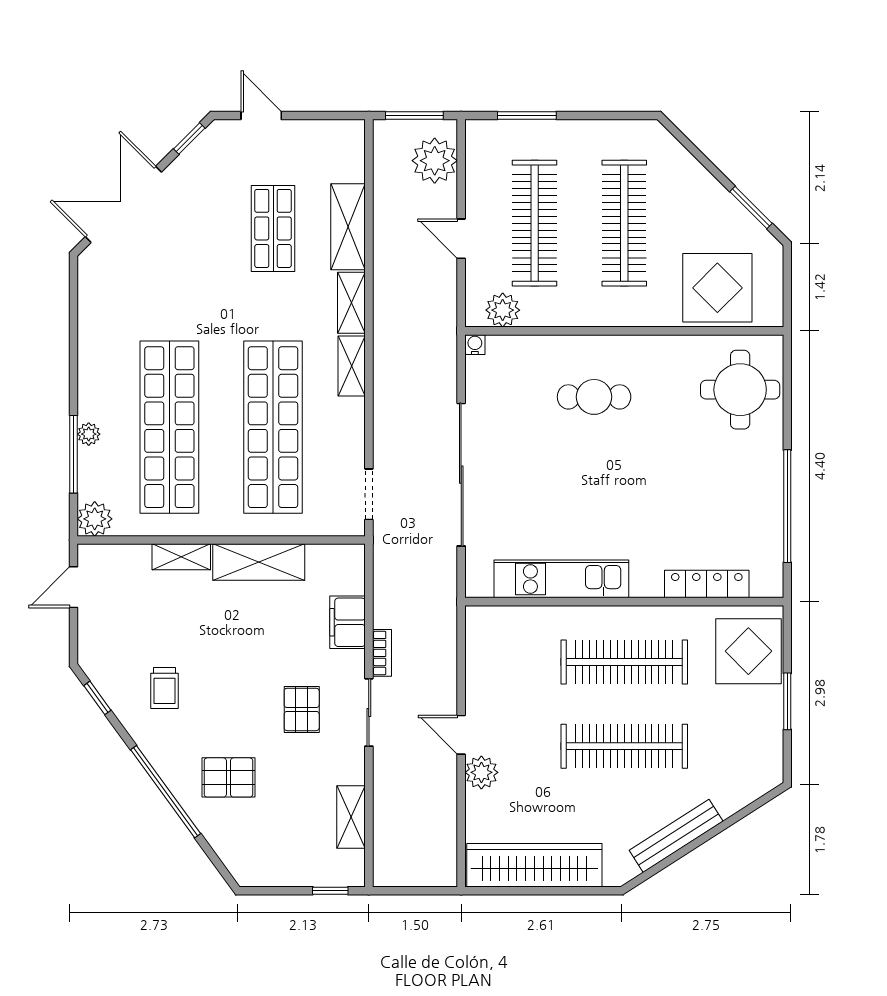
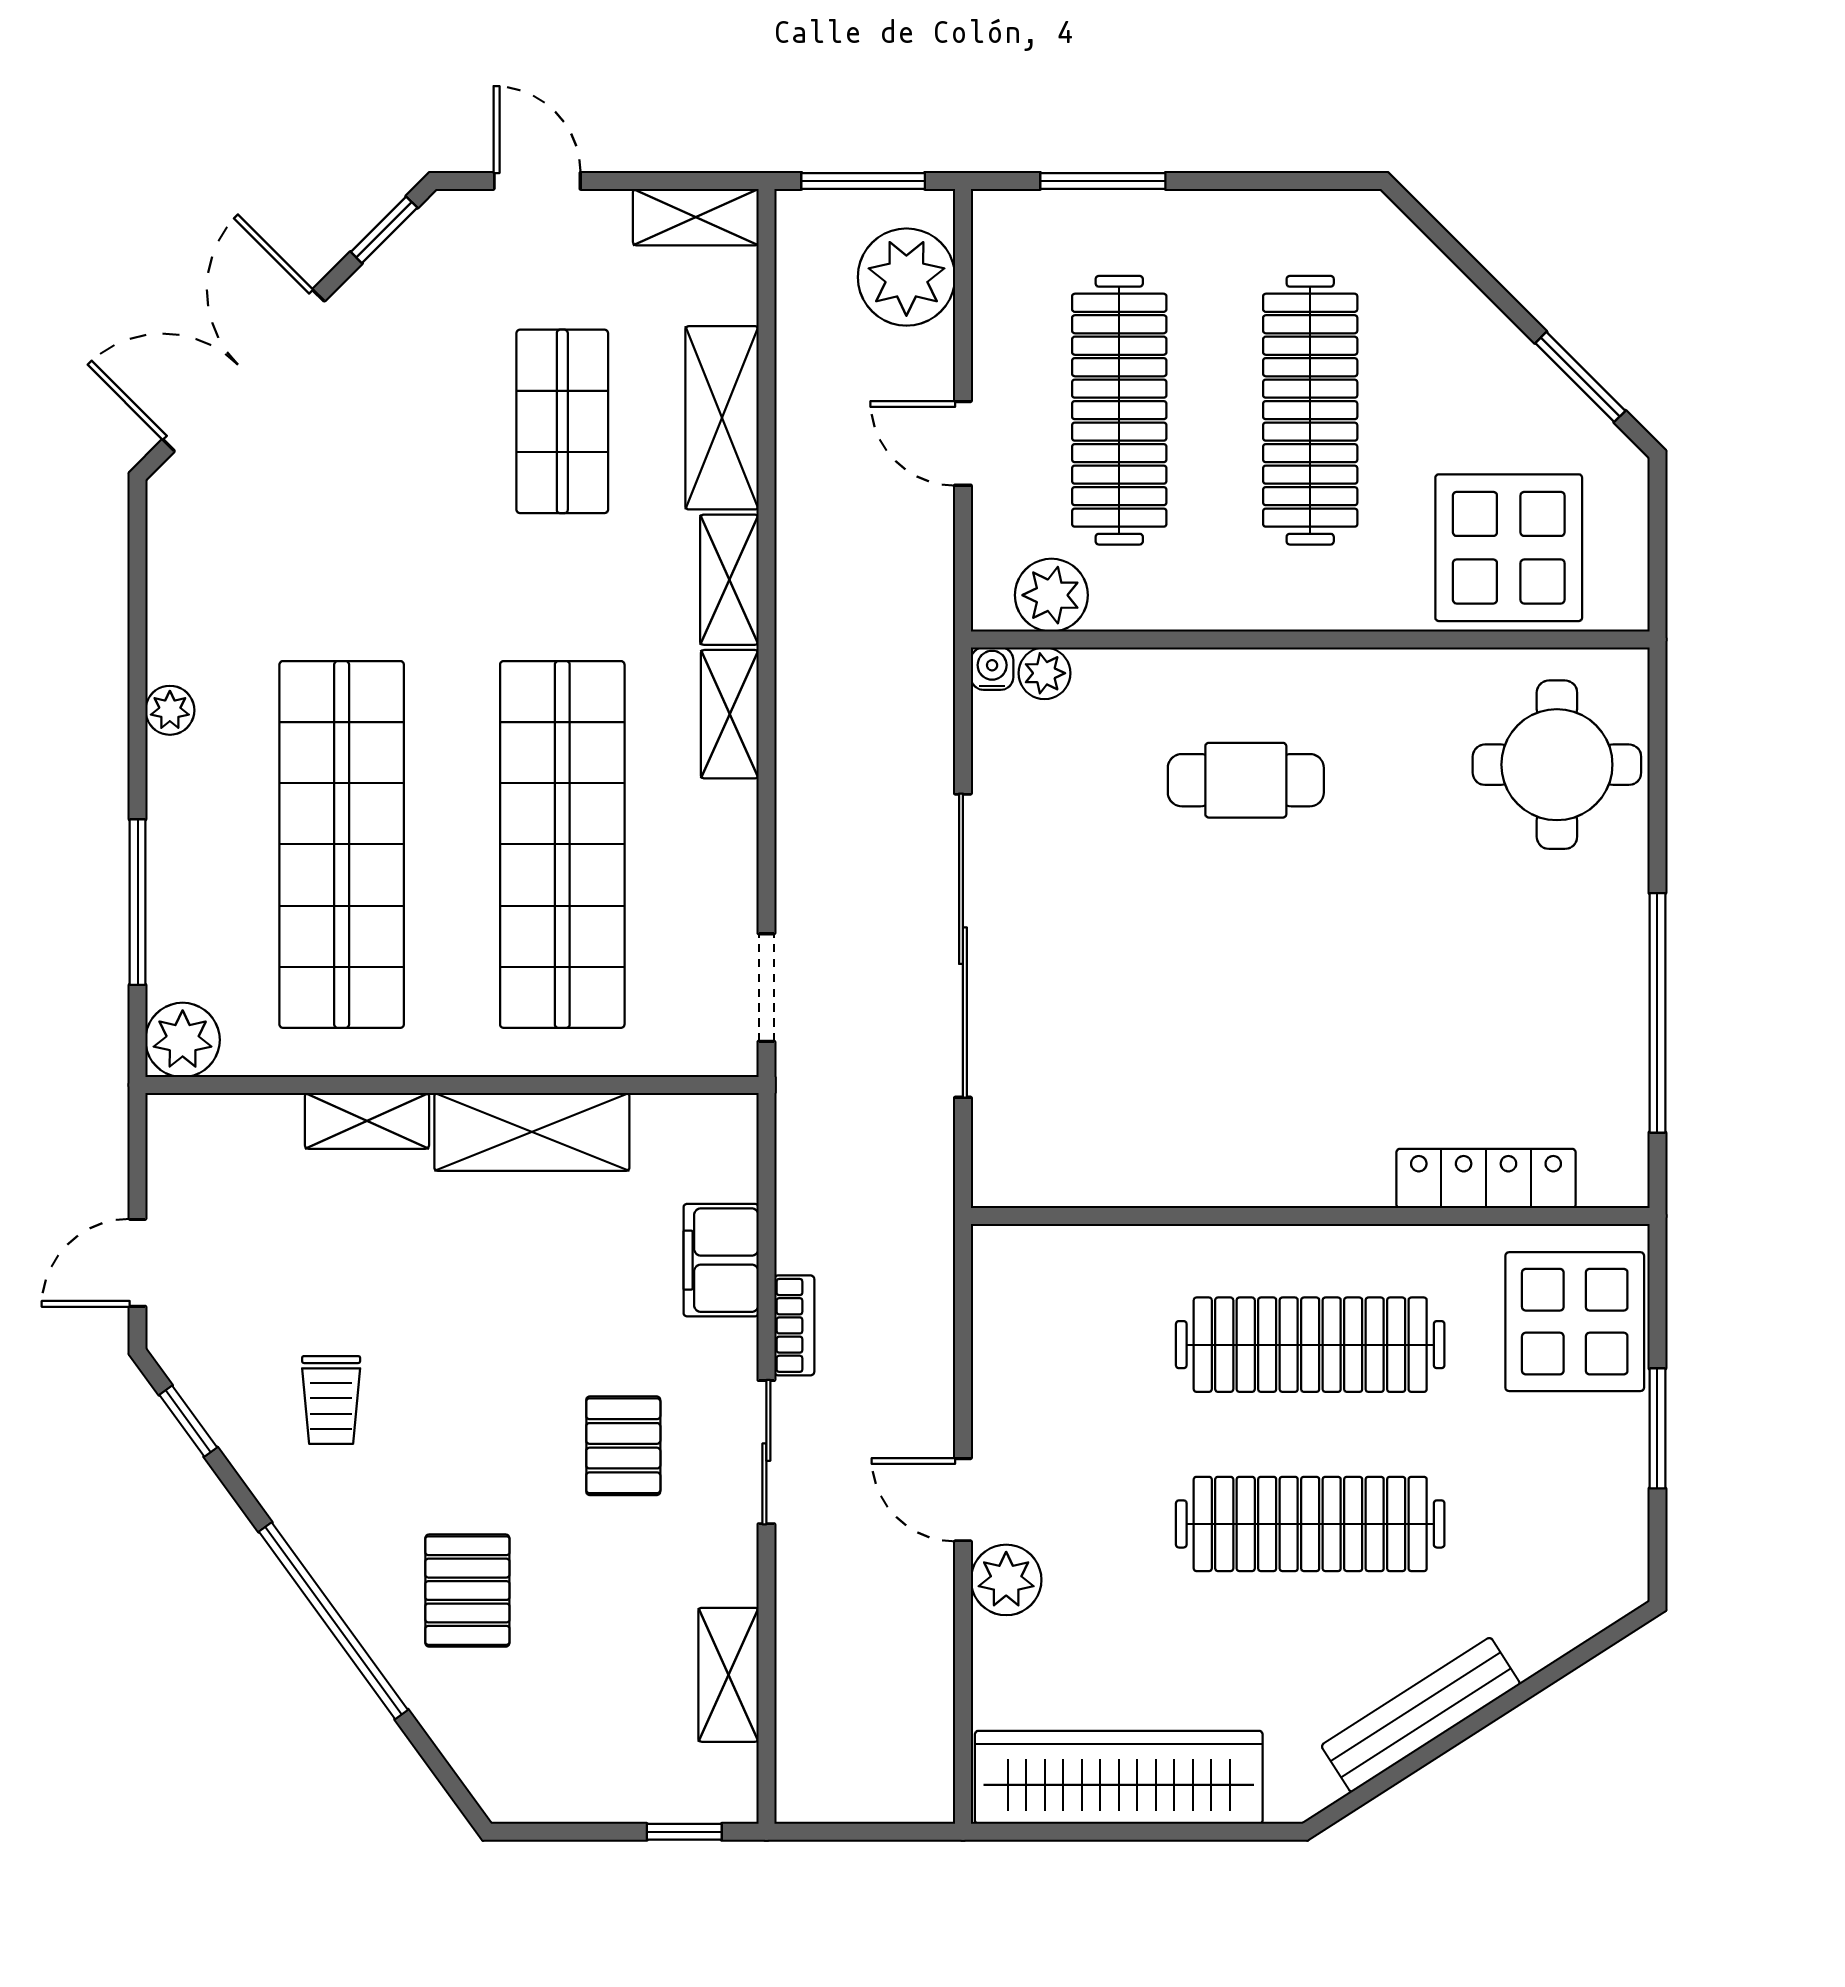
shelving: (336, 132) -> (696, 217), added
plant: (499, 347) -> (1044, 673), added
plant: (89, 434) -> (170, 710), moved
kitchen unit: (561, 579) -> (1176, 1168), removed
door: (74, 587) -> (138, 1263), moved
pallet: (228, 777) -> (467, 1591), turned 90

